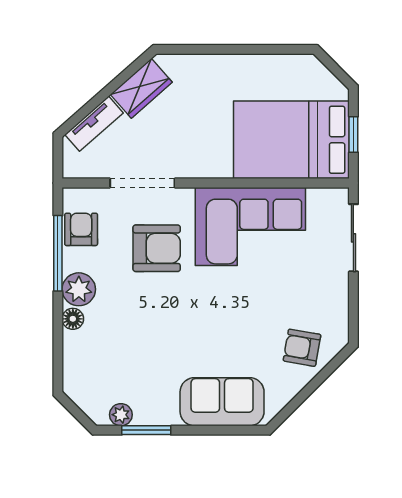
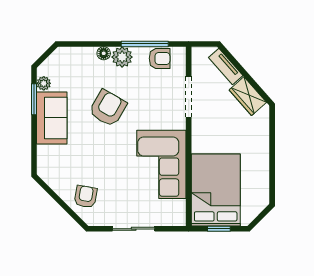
sliding door: (353, 238) -> (134, 229), moved
armchair: (157, 248) -> (108, 108), moved, turned -150
sofa: (222, 402) -> (52, 118), moved

